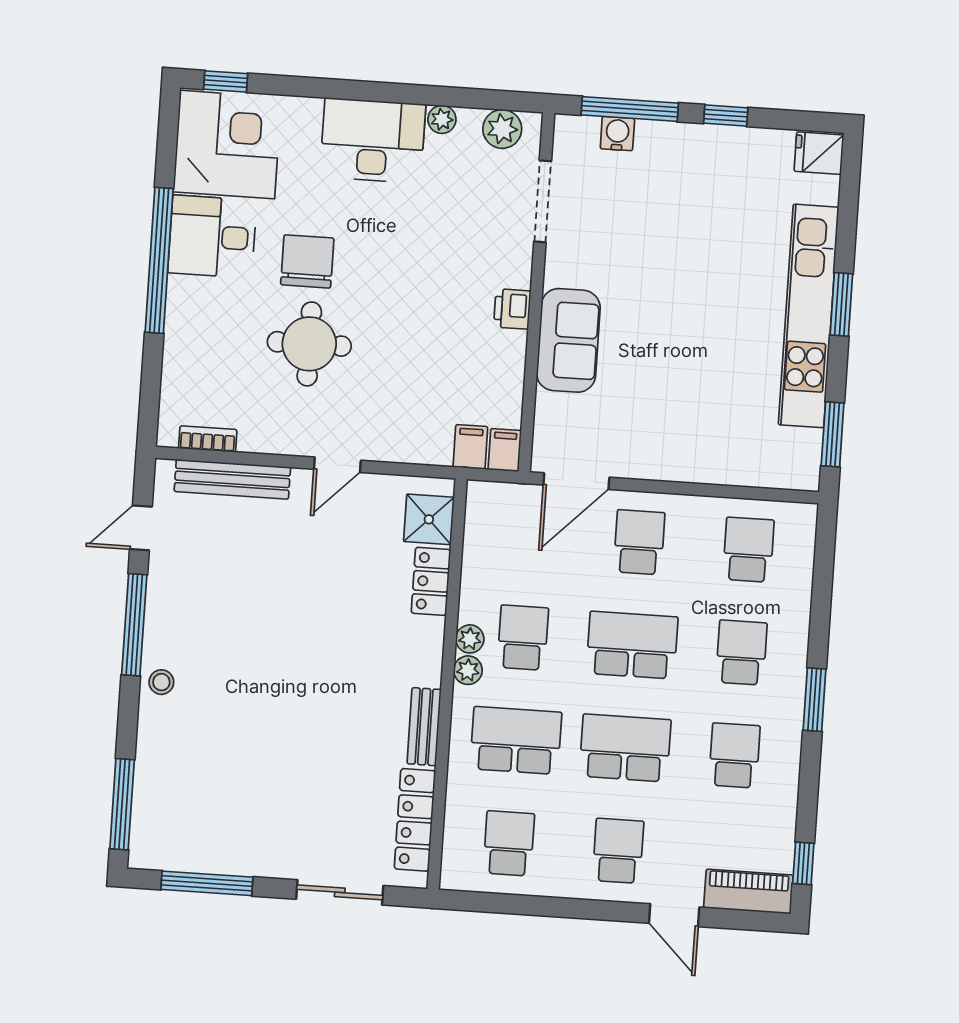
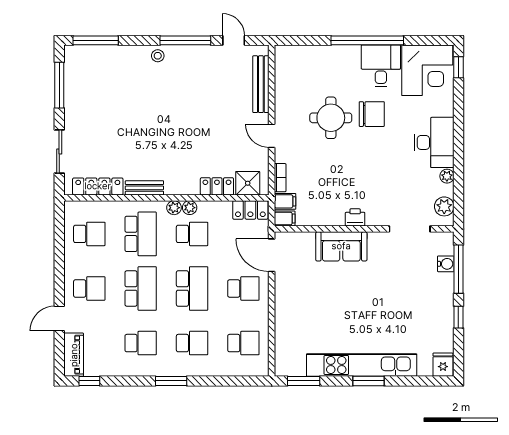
bookcase: (208, 439) -> (280, 178), moved
locker: (483, 518) -> (250, 210), added

